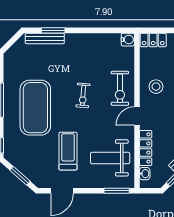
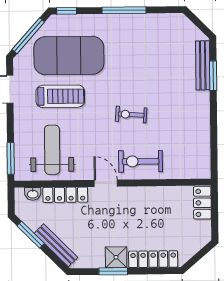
water cooler: (128, 40) -> (203, 171), removed
stool: (156, 87) -> (143, 207), removed
exercise mat: (35, 108) -> (69, 55), moved
window: (20, 176) -> (28, 36), width x1.44

